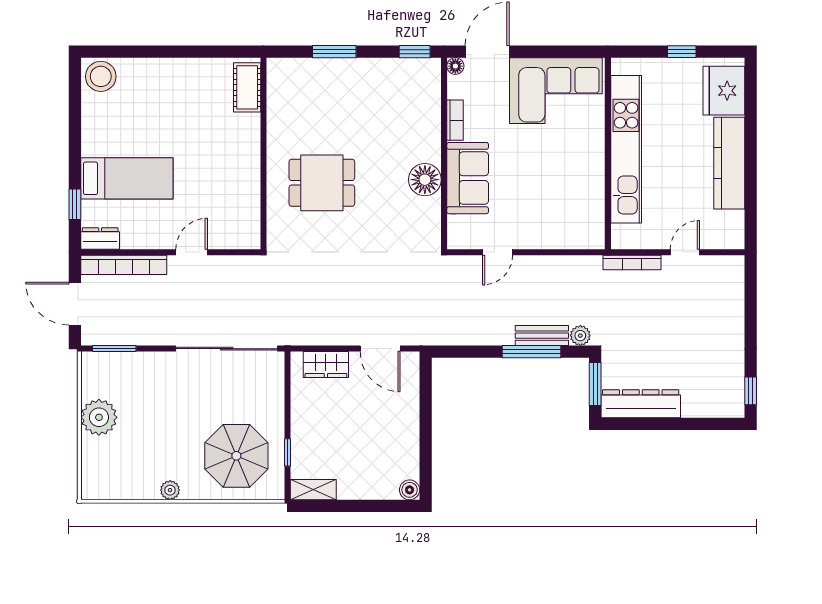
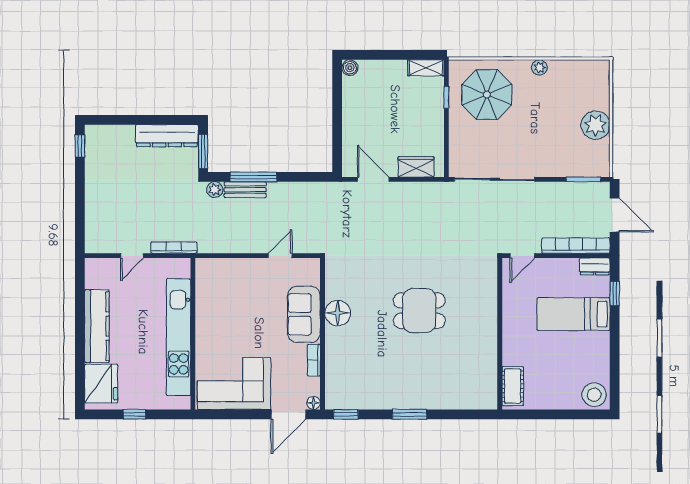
cot: (247, 87) -> (513, 386), moved
wall: (263, 153) -> (500, 334), moved

